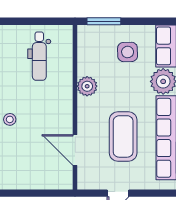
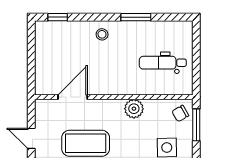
chair: (92, 38) -> (180, 113), added

